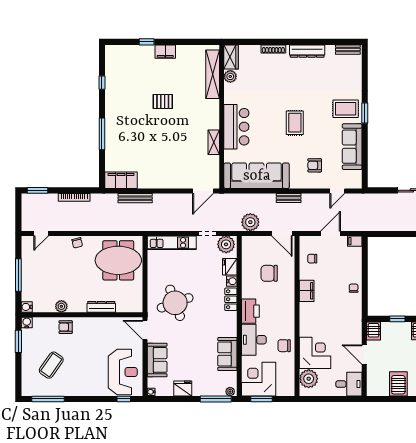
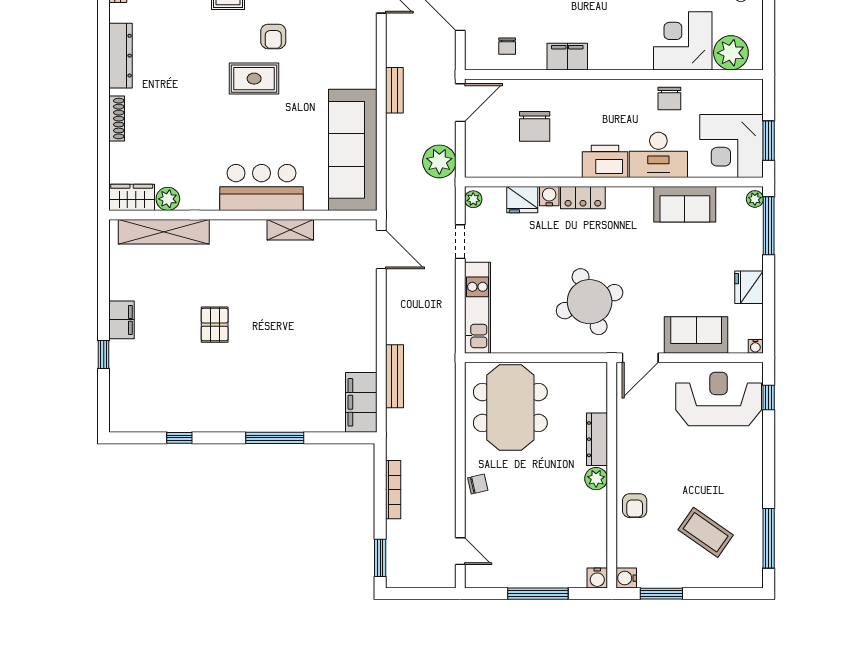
armchair: (315, 165) -> (273, 36), moved
plant: (226, 244) -> (473, 199), width x0.53, depth x0.53
plant: (61, 306) -> (596, 479), moved

